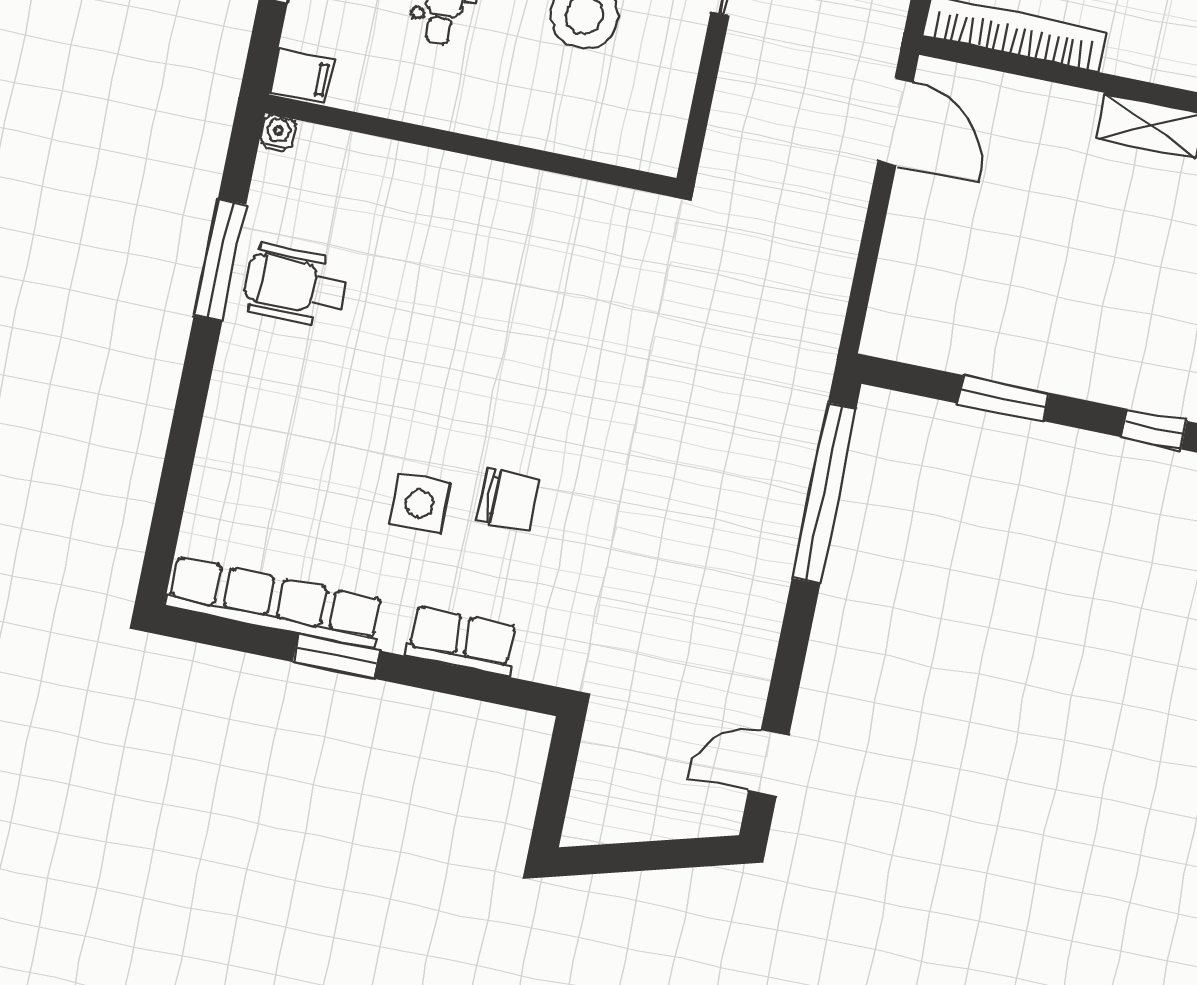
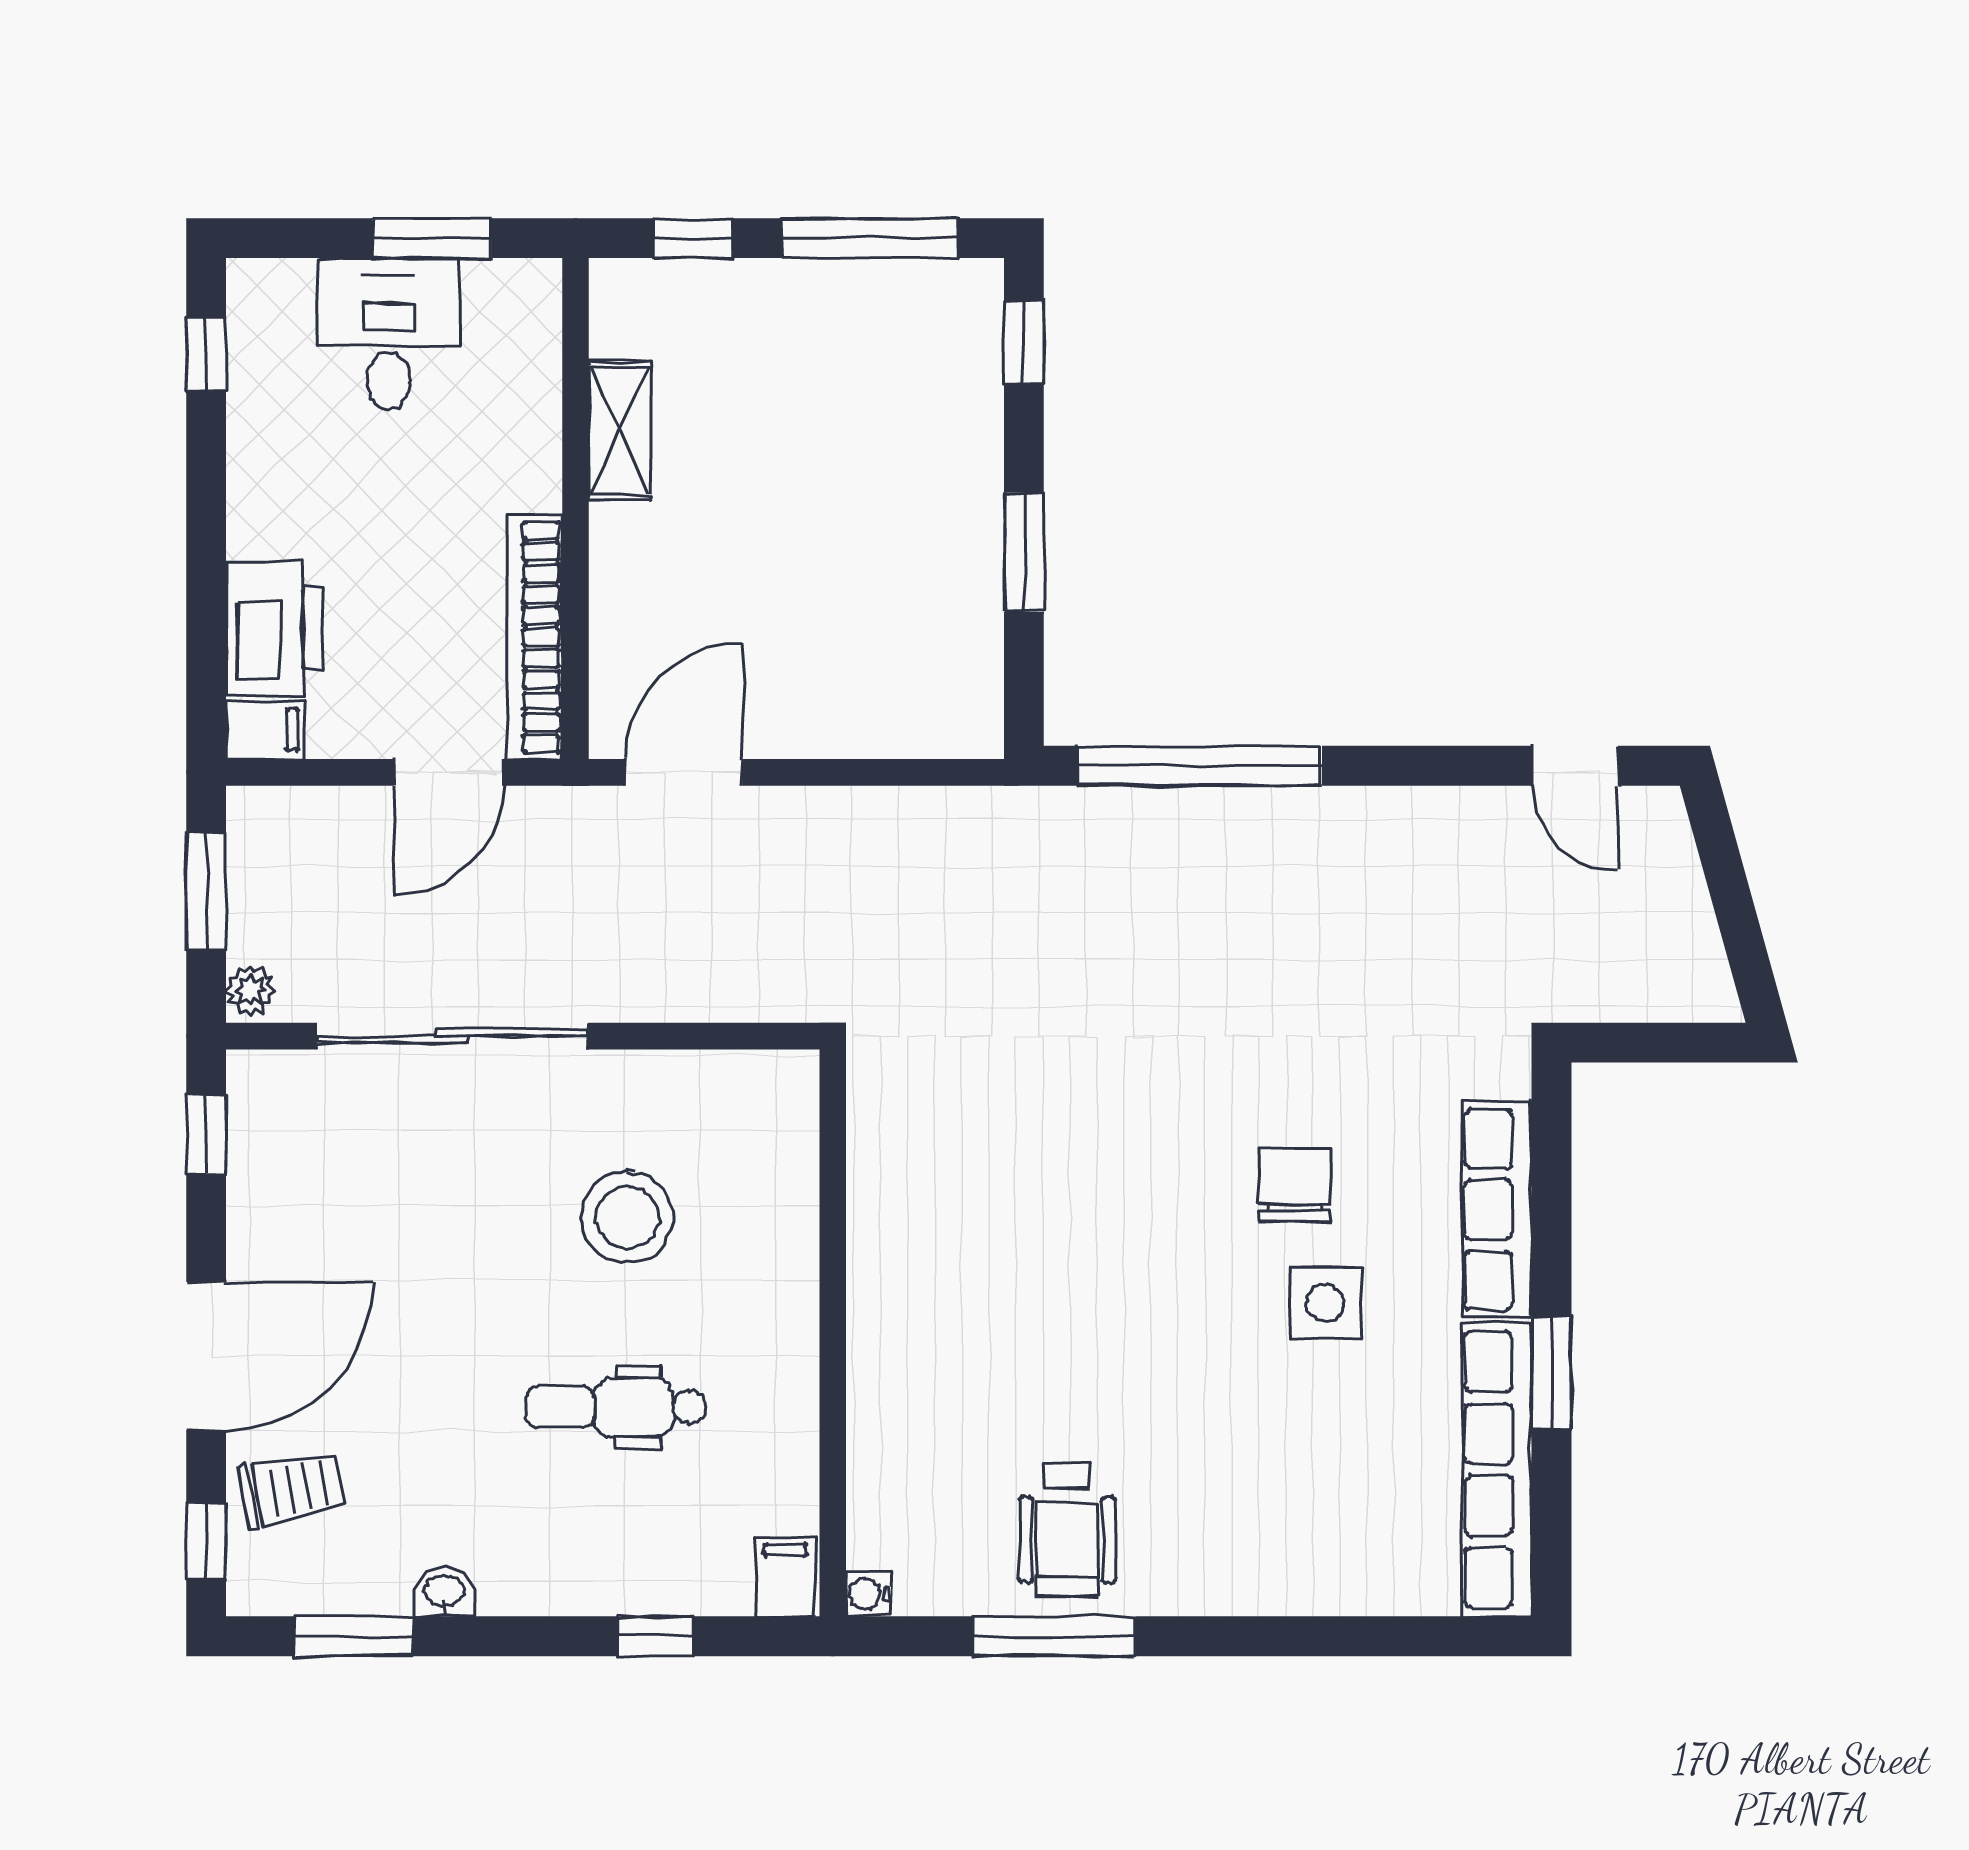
row of seats: (462, 641) -> (1497, 1209), width x1.48

